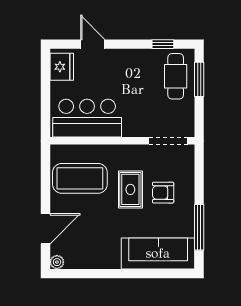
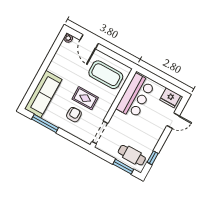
coffee table: (80, 178) -> (106, 75), turned 90

